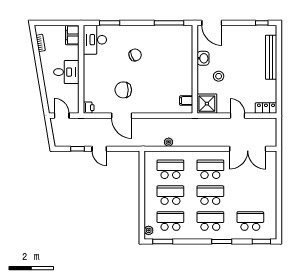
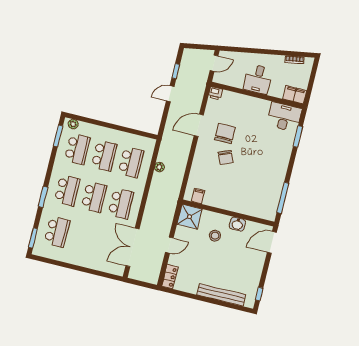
chair: (135, 55) -> (226, 157), moved

